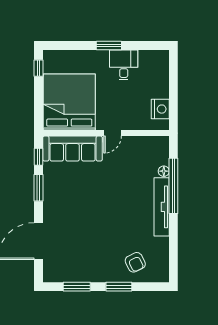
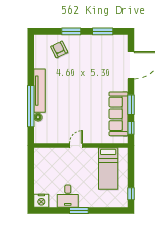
bed: (69, 102) -> (108, 168), width x0.49
nightstand: (160, 109) -> (41, 201), moved, turned -90
sofa: (73, 149) -> (118, 114), moved, turned -90

